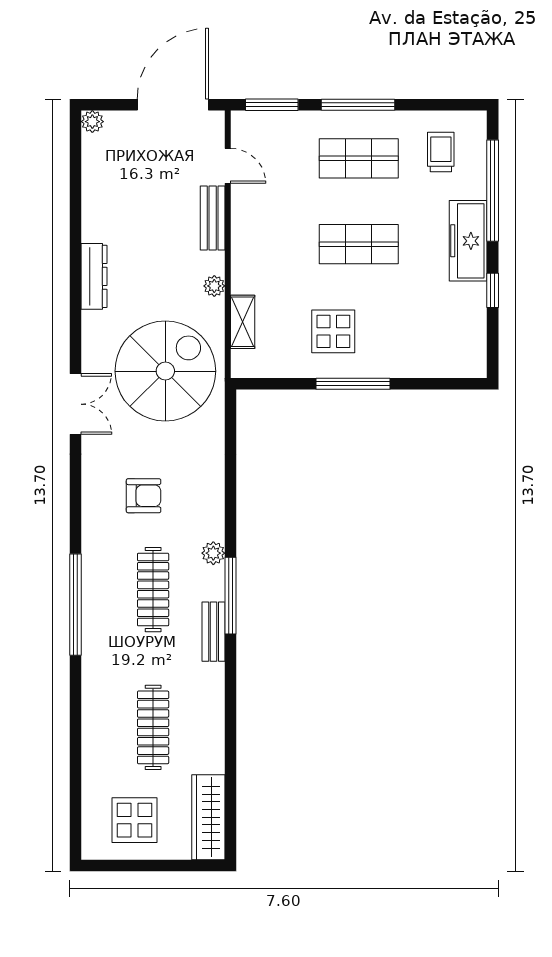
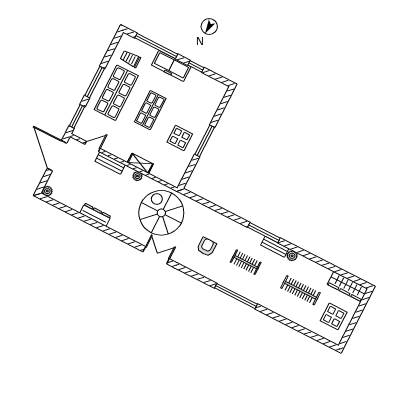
shop shelf: (359, 158) -> (116, 93), width x1.43, depth x1.36
dresser: (94, 276) -> (95, 215), moved
shelving: (243, 322) -> (140, 163), moved
plant: (213, 553) -> (292, 256), moved
clothes rail: (153, 590) -> (246, 262), width x0.73

